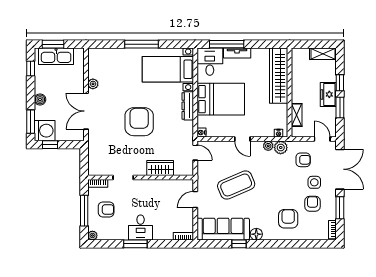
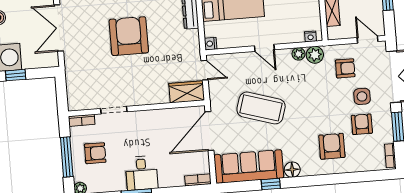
wardrobe: (160, 168) -> (187, 92), moved
coffee table: (236, 185) -> (261, 108), turned 40
door: (195, 200) -> (209, 131), width x1.88

